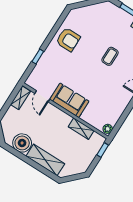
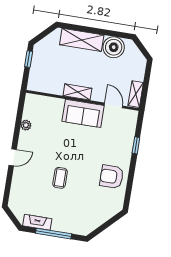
shelving: (81, 129) -> (77, 92), moved
plant: (108, 129) -> (26, 125), moved
window: (103, 150) -> (29, 59), moved

